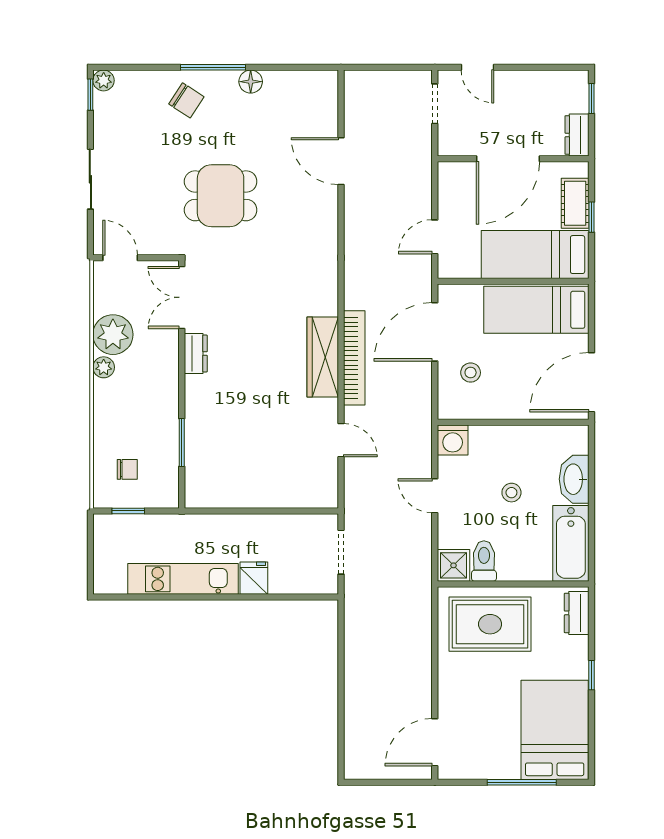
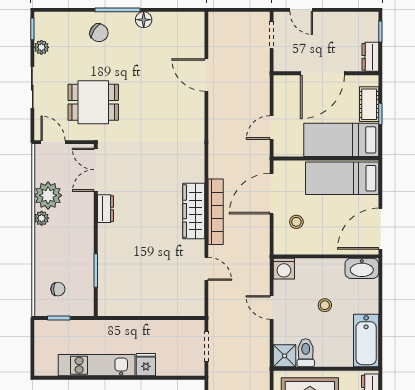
plant: (104, 80) -> (41, 47), moved
dining table: (221, 196) -> (93, 102), moved
washbasin: (574, 479) -> (362, 268), moved, turned -90

